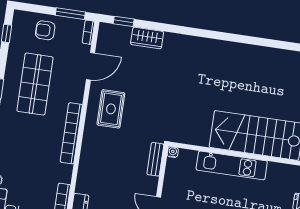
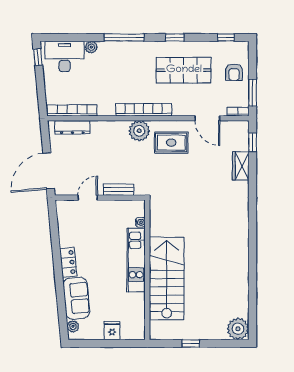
armchair: (45, 30) -> (234, 72), turned 180
plant: (93, 142) -> (139, 131), added
water cooler: (173, 152) -> (140, 222), moved
bench: (155, 159) -> (119, 190), moved

